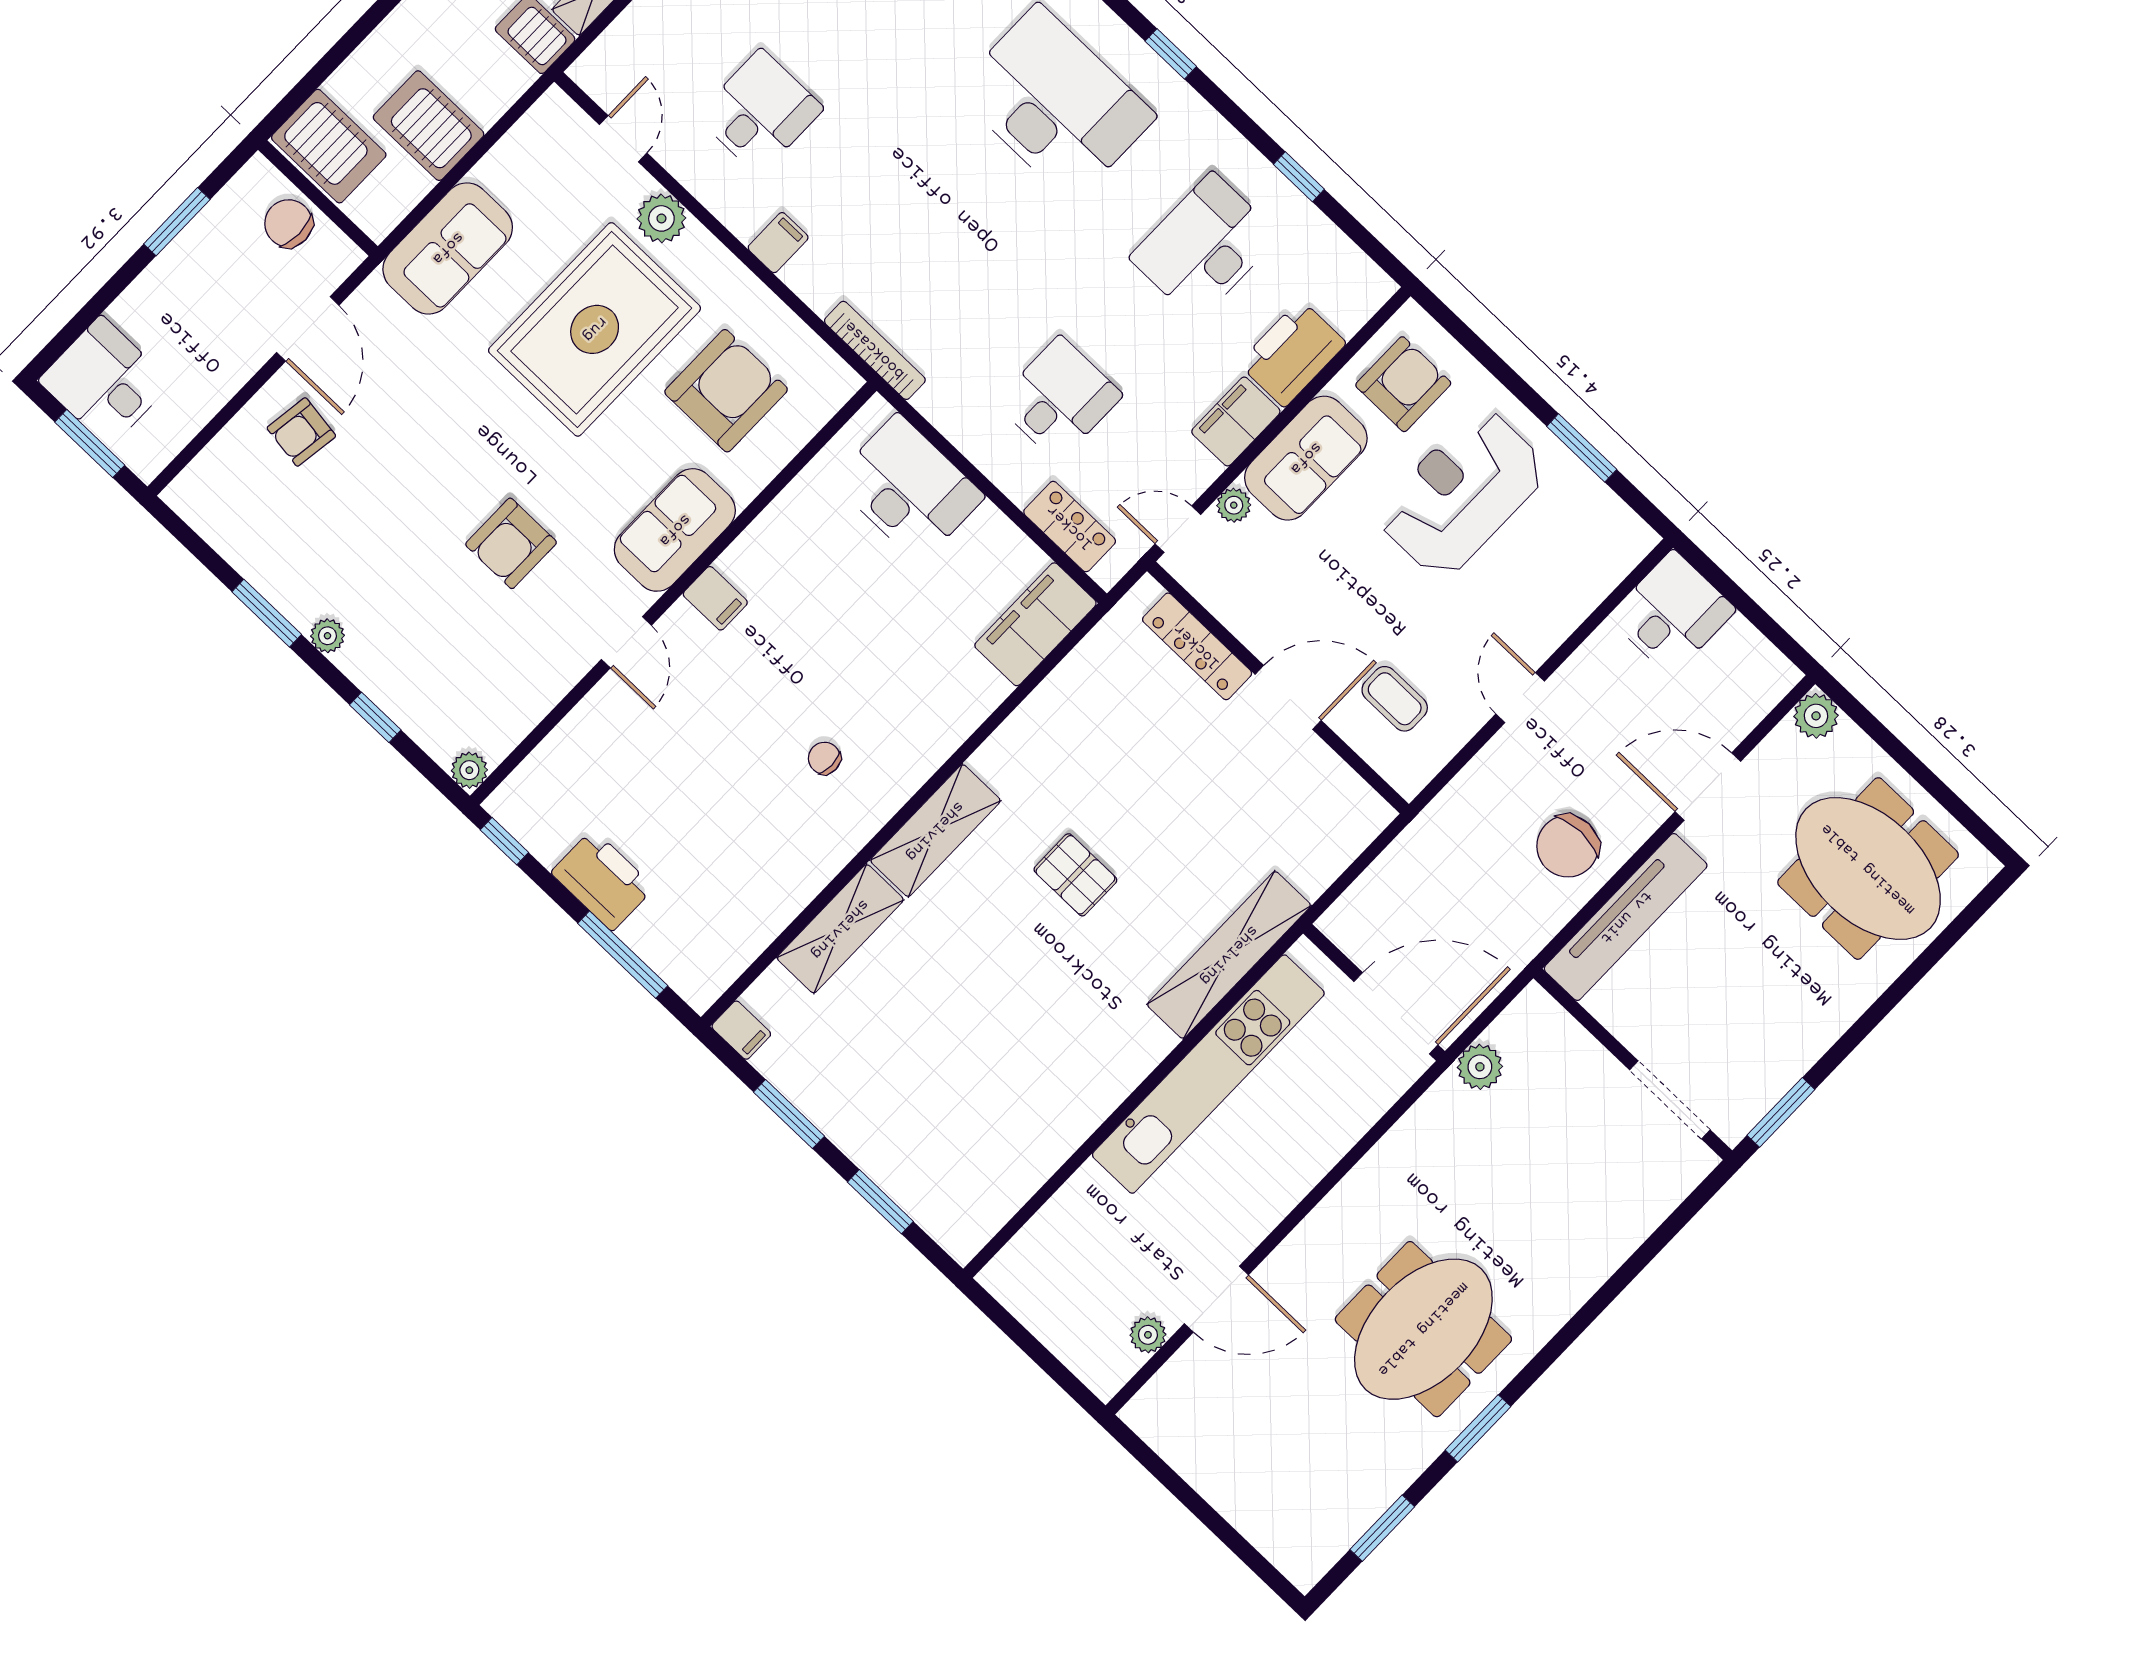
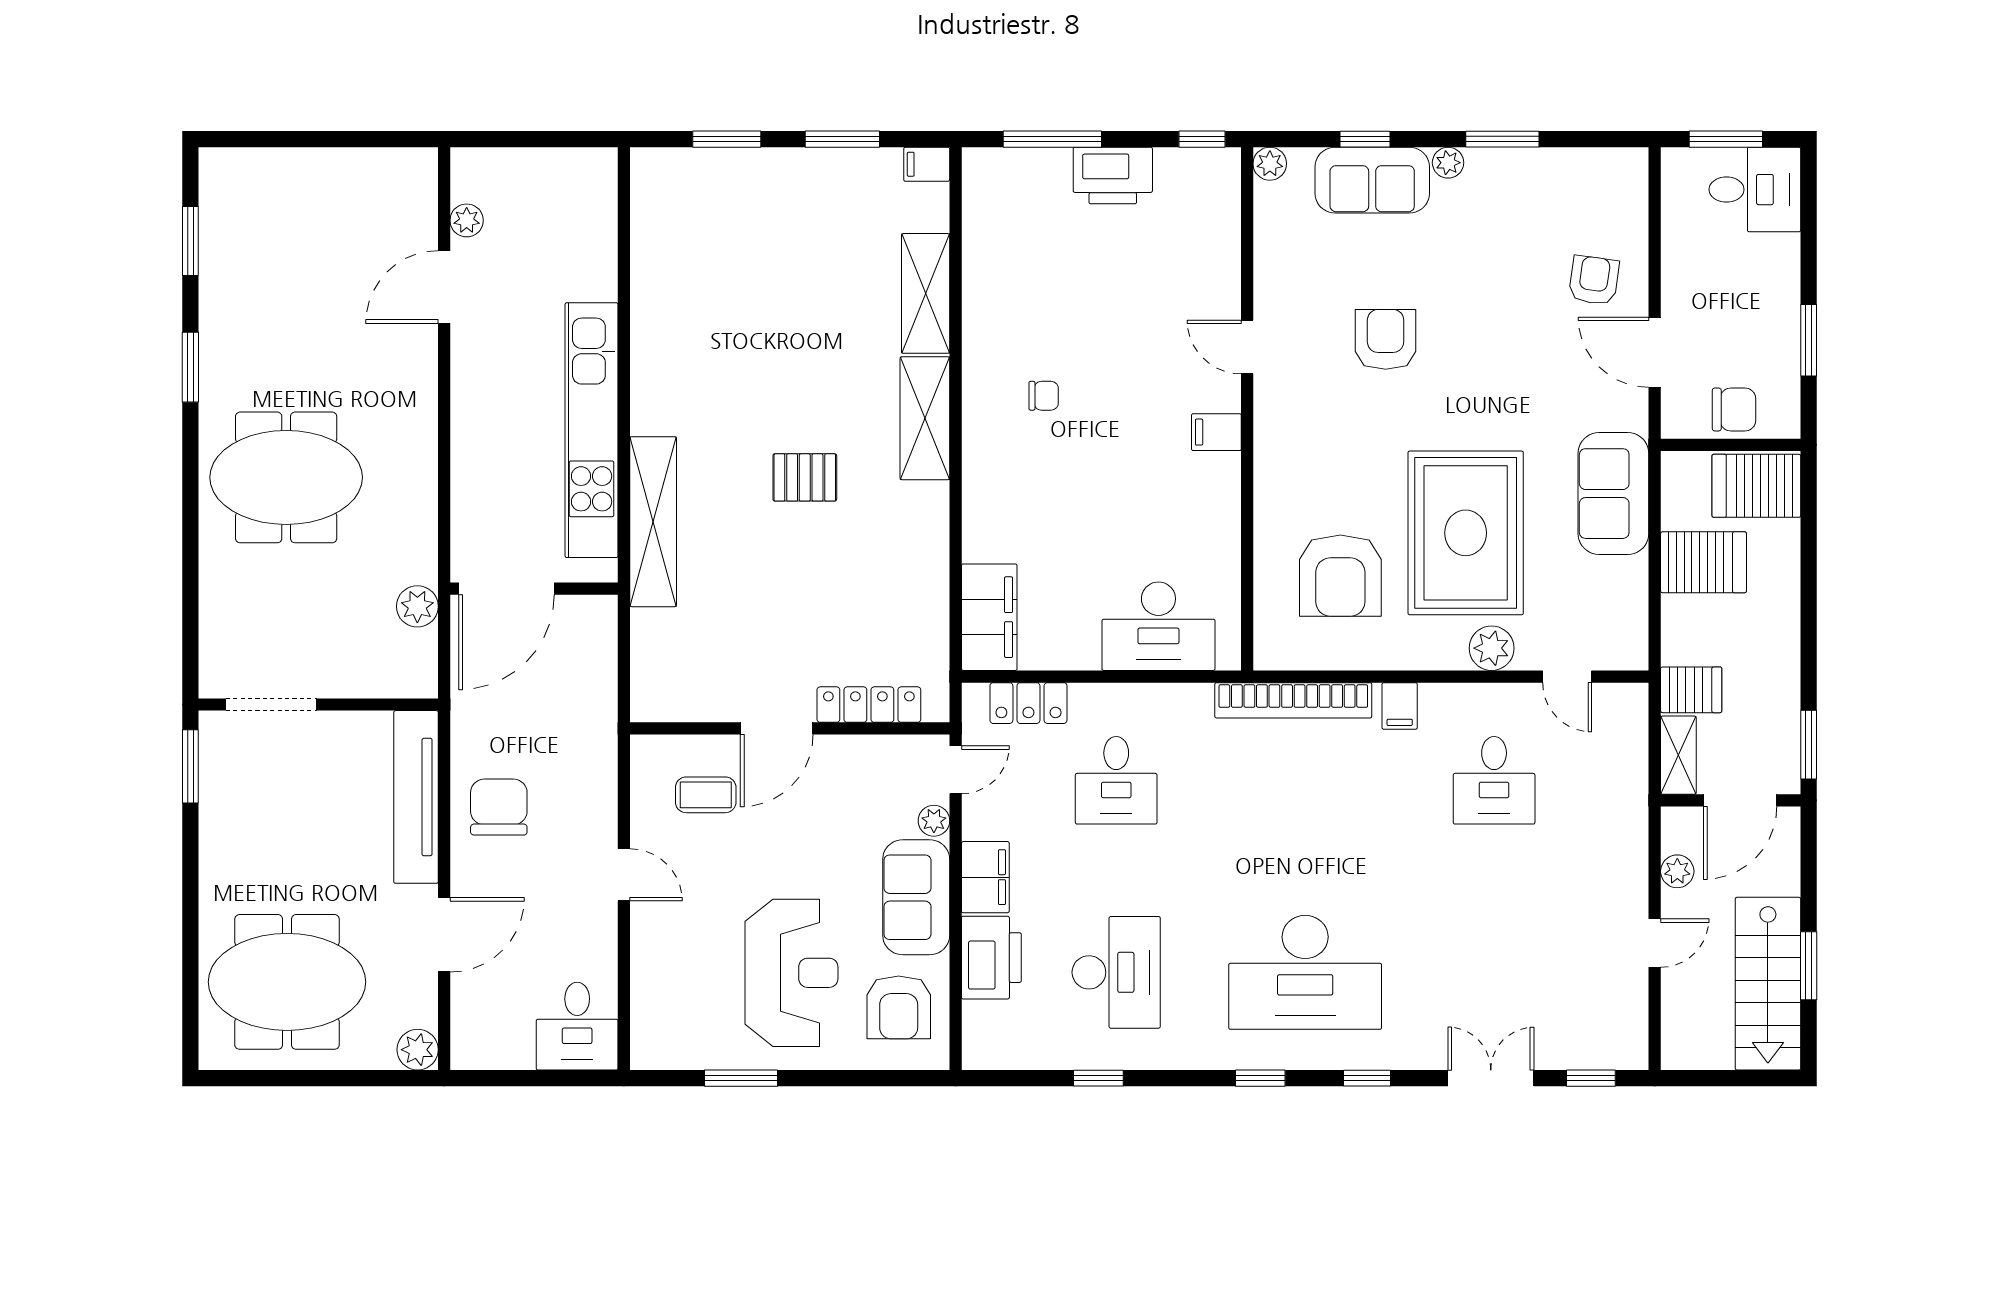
bookcase: (875, 350) -> (1293, 700), width x1.48, depth x1.31
sofa: (675, 530) -> (1372, 180), moved, turned 90
meeting table: (1423, 1329) -> (286, 477), moved, turned 90

